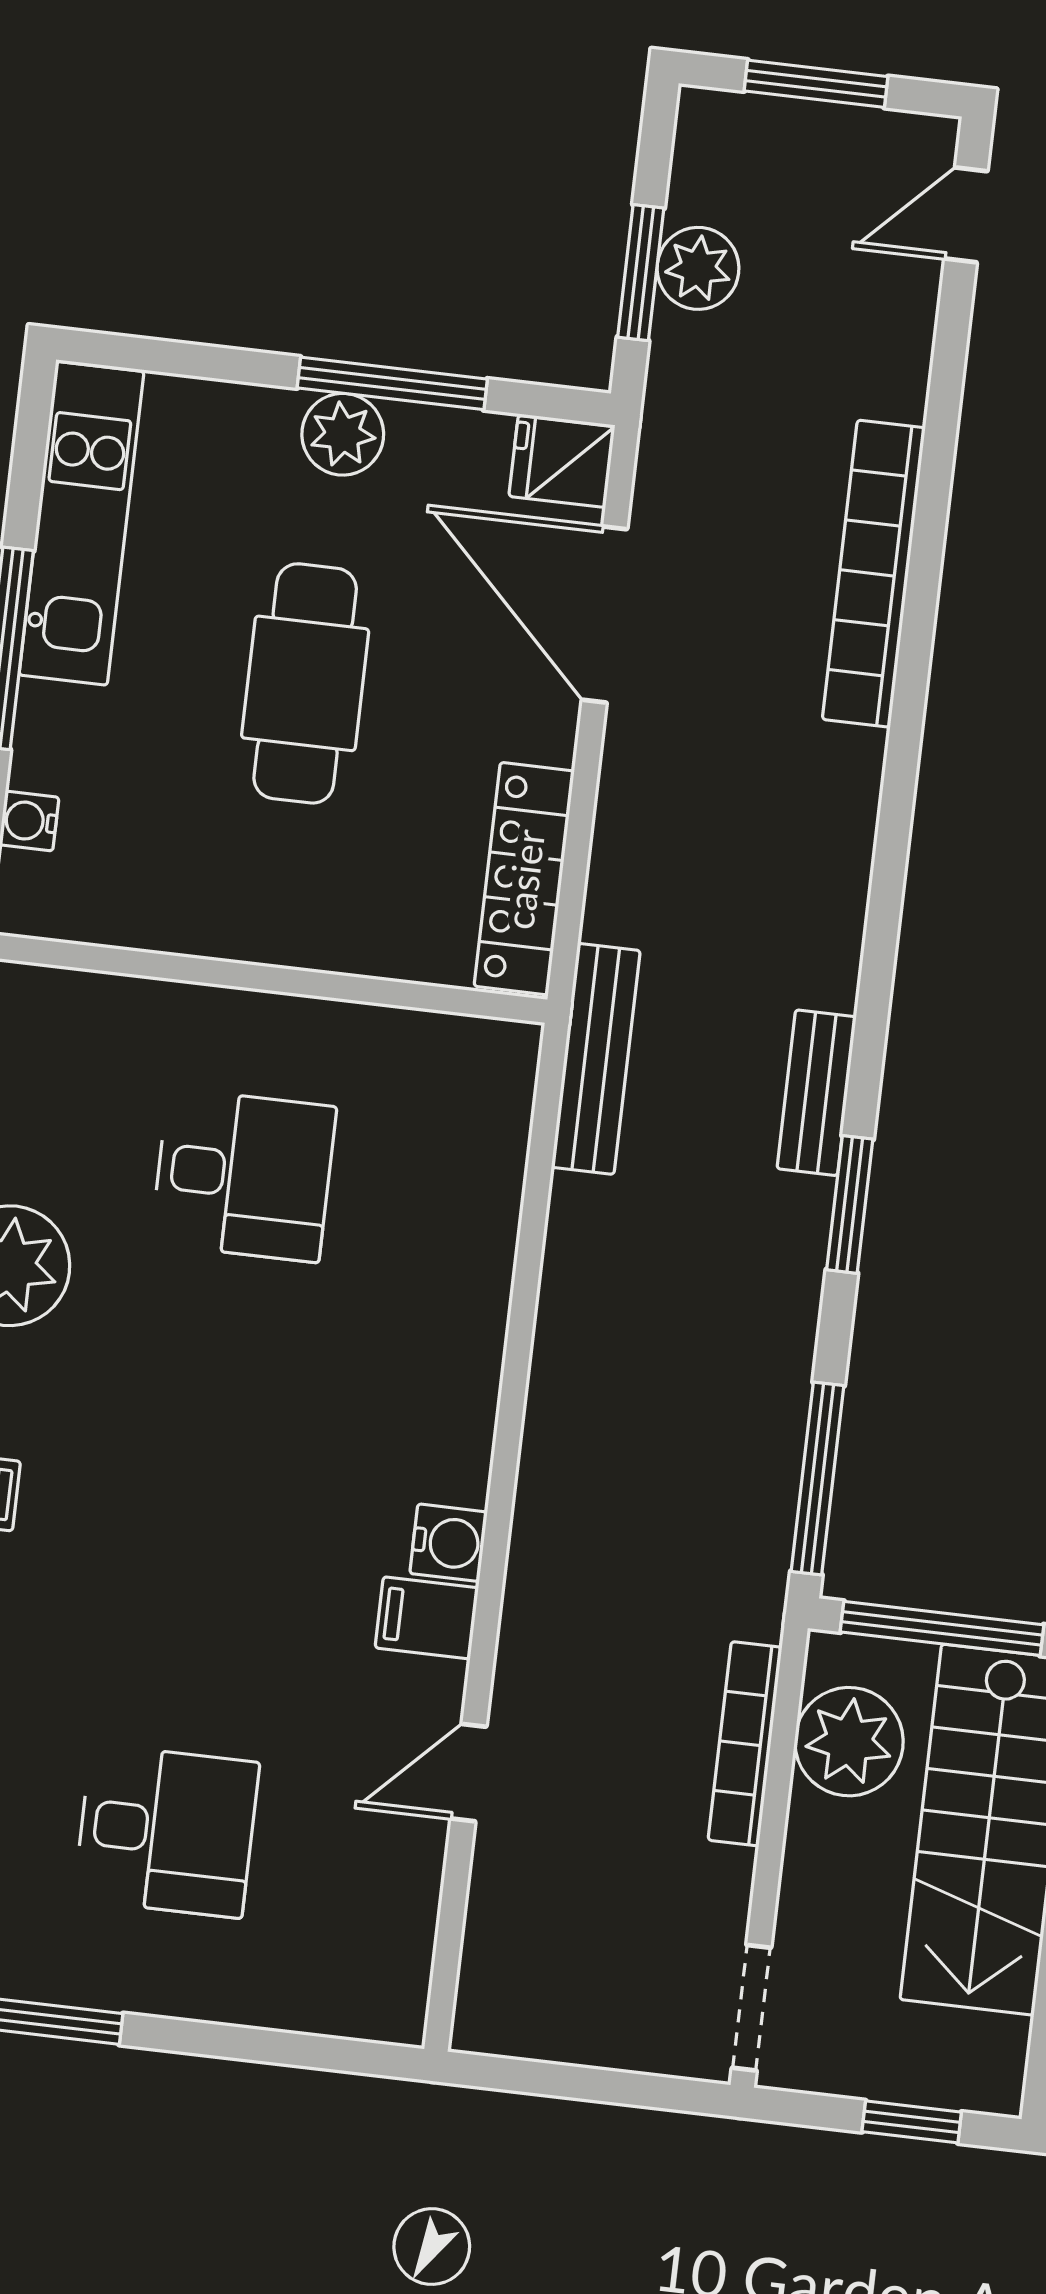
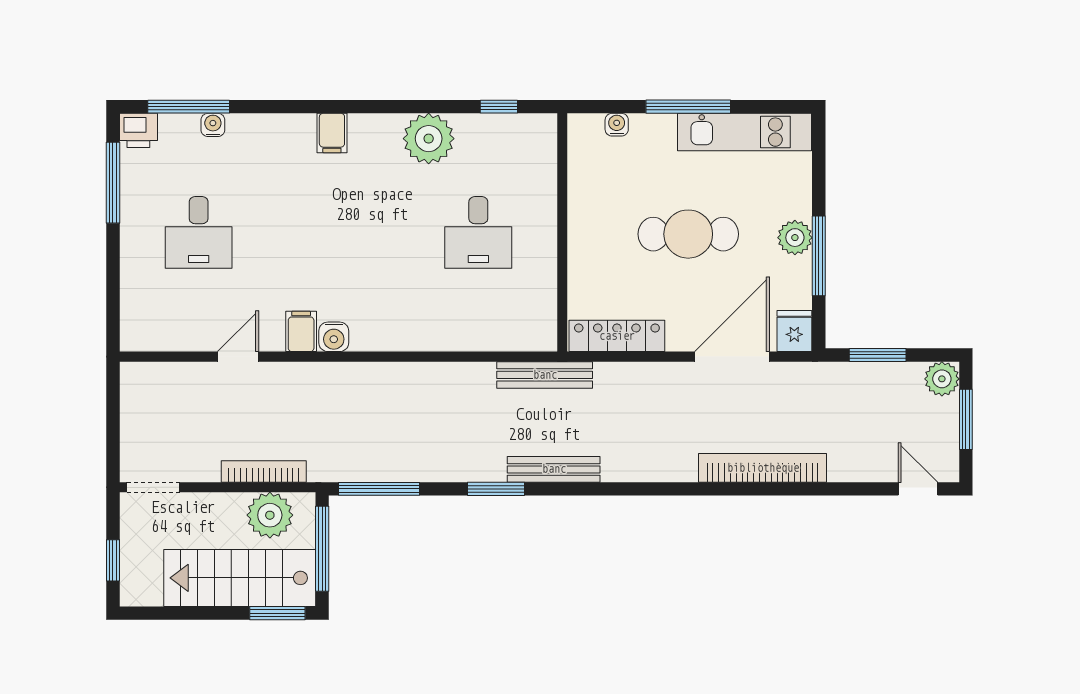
plant: (698, 268) -> (942, 379), moved
bench: (817, 1093) -> (554, 469), width x1.36
door: (468, 1773) -> (238, 357), hinge flipped

